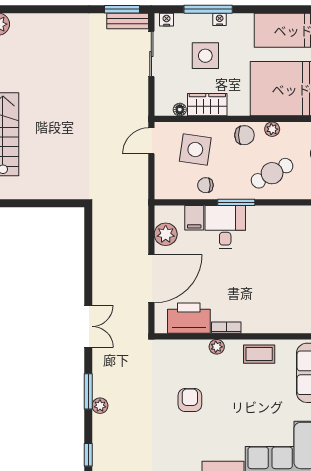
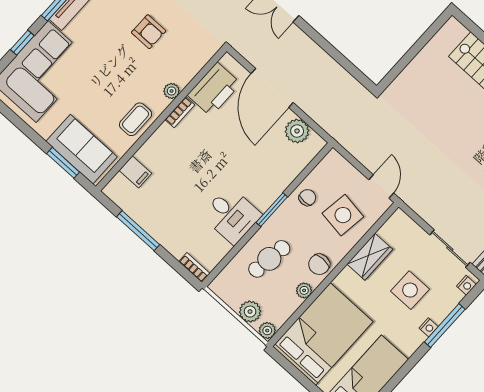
floor lamp: (180, 110) -> (386, 231), removed
cafe table: (272, 173) -> (269, 259), turned 37
filing cabinet: (194, 218) -> (135, 172), moved, turned 180
desk: (225, 227) -> (232, 215), moved

